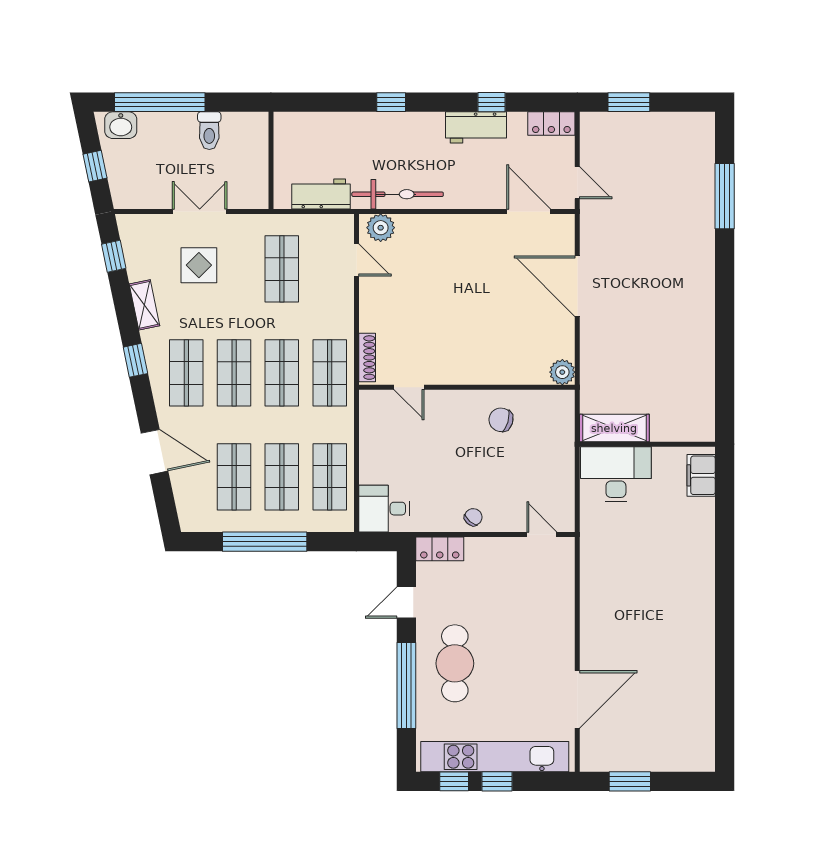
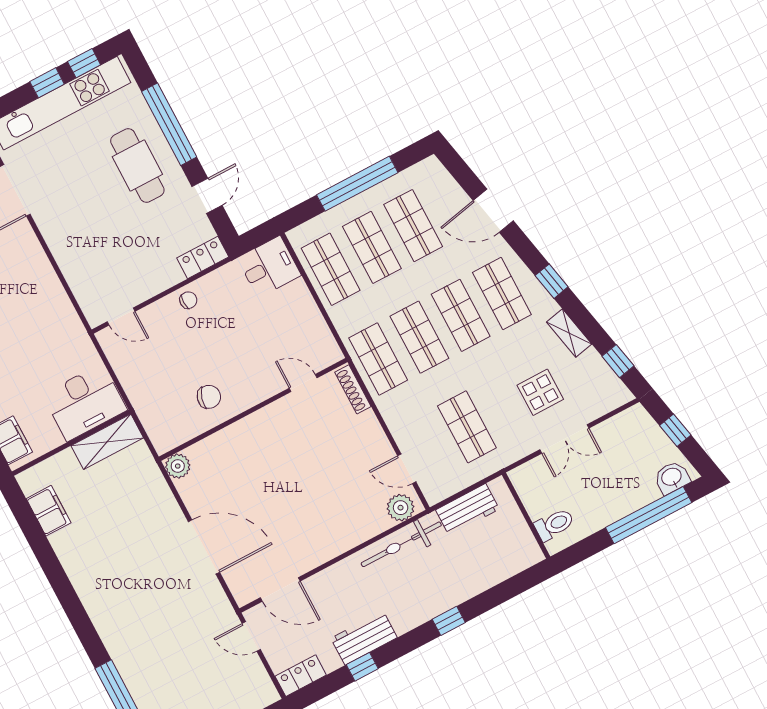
toilet: (209, 131) -> (554, 524), moved, turned 90
filing cabinet: (701, 394) -> (49, 511), added
chair: (473, 517) -> (188, 300), turned -132

